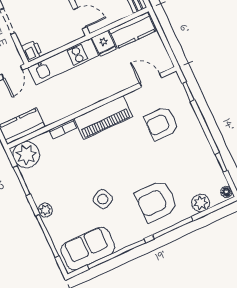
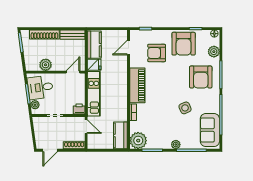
armchair: (161, 123) -> (157, 53), turned 90
armchair: (192, 155) -> (184, 44), added

